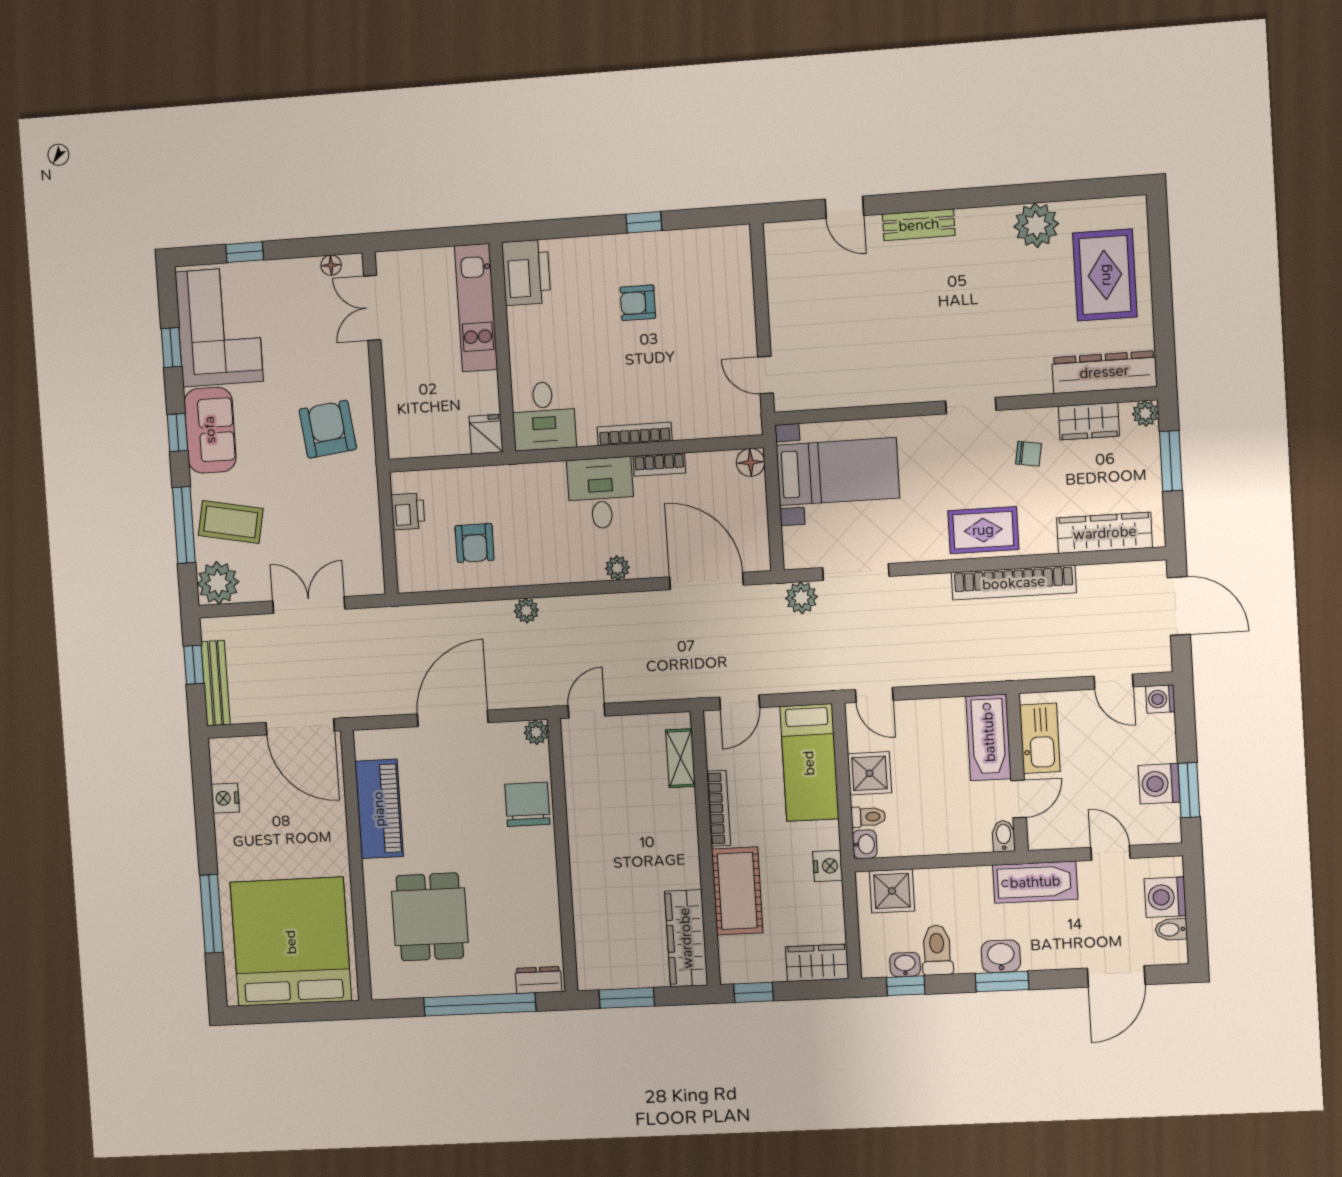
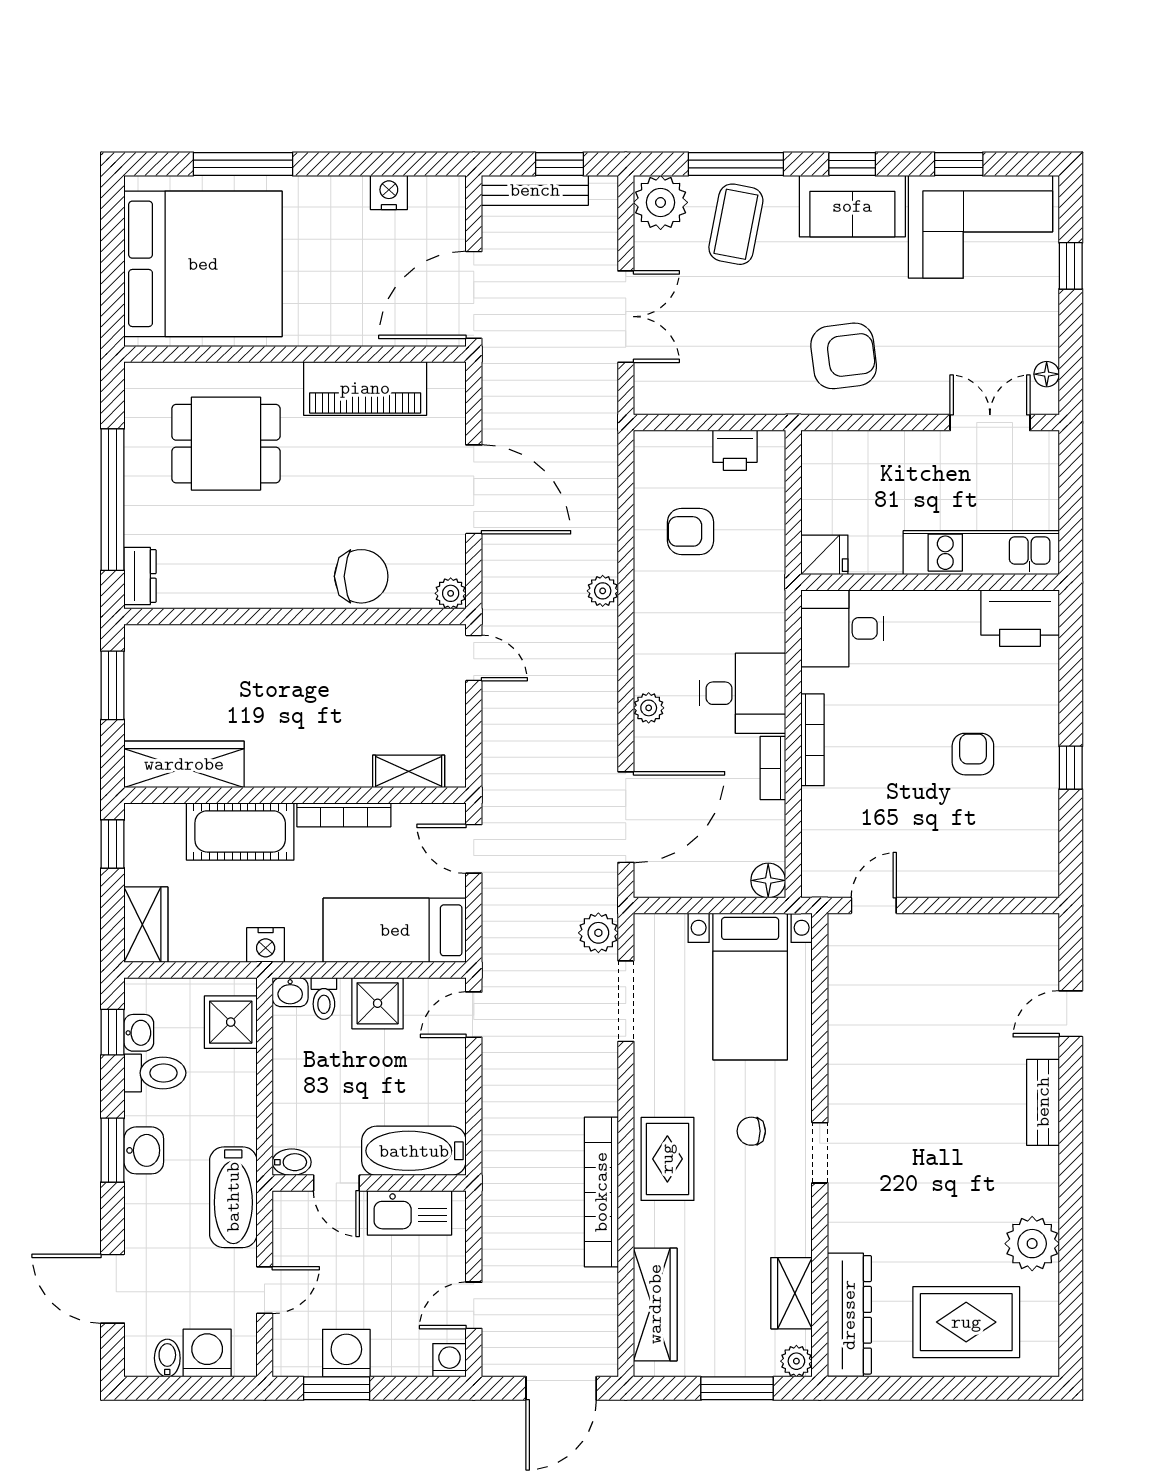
chair: (1029, 454) -> (751, 1131), moved, turned 81

